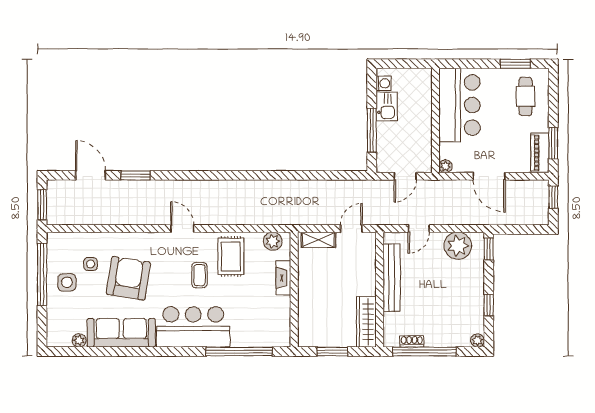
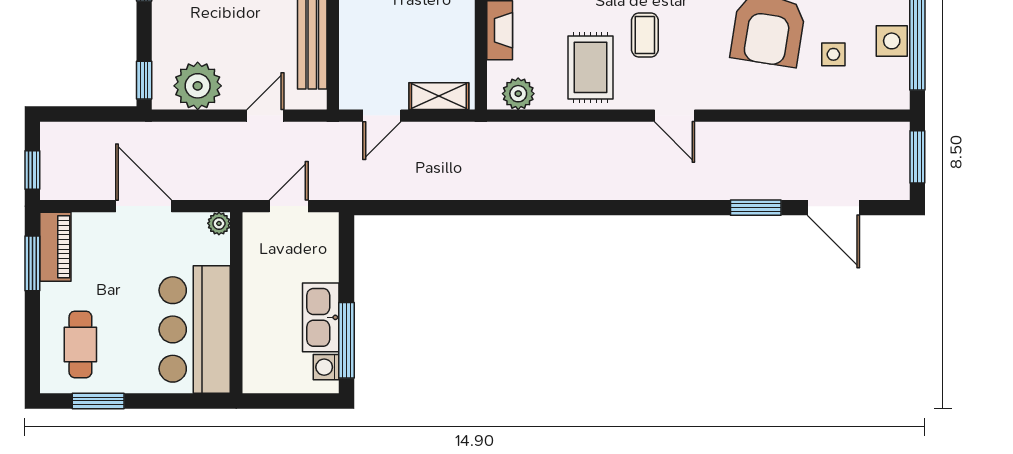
kitchen sink: (387, 107) -> (321, 317), width x1.38
window: (372, 130) -> (347, 340), moved
side table: (67, 282) -> (892, 41), moved

